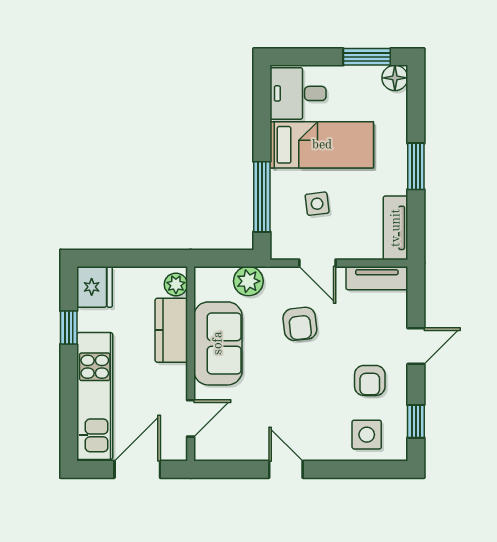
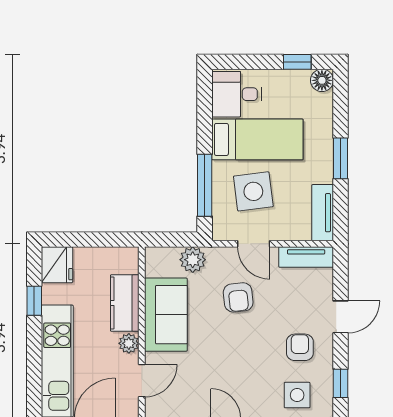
window: (367, 57) -> (297, 62), width x0.67
side table: (317, 204) -> (253, 191), width x1.87, depth x1.87
plant: (176, 284) -> (129, 343), moved
armchair: (370, 380) -> (300, 347), turned 180

